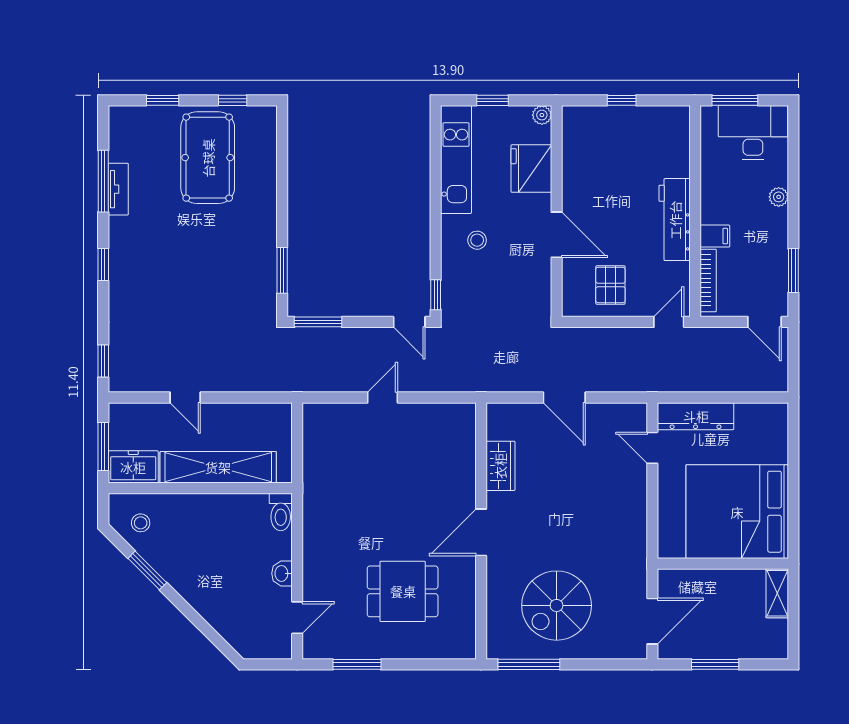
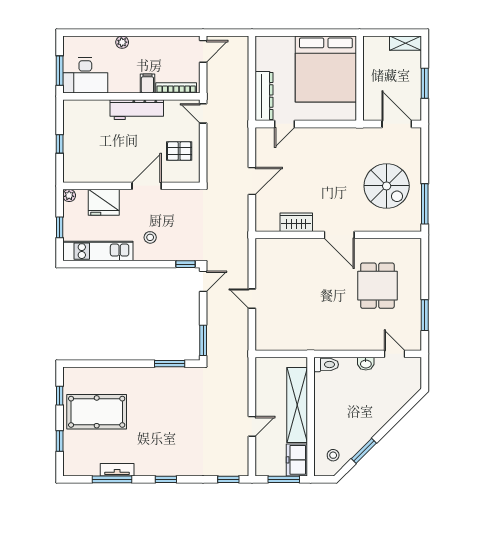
desk: (753, 133) -> (85, 75), moved, turned -90
window: (793, 271) -> (170, 33), removed
shelving: (777, 593) -> (406, 43), moved

